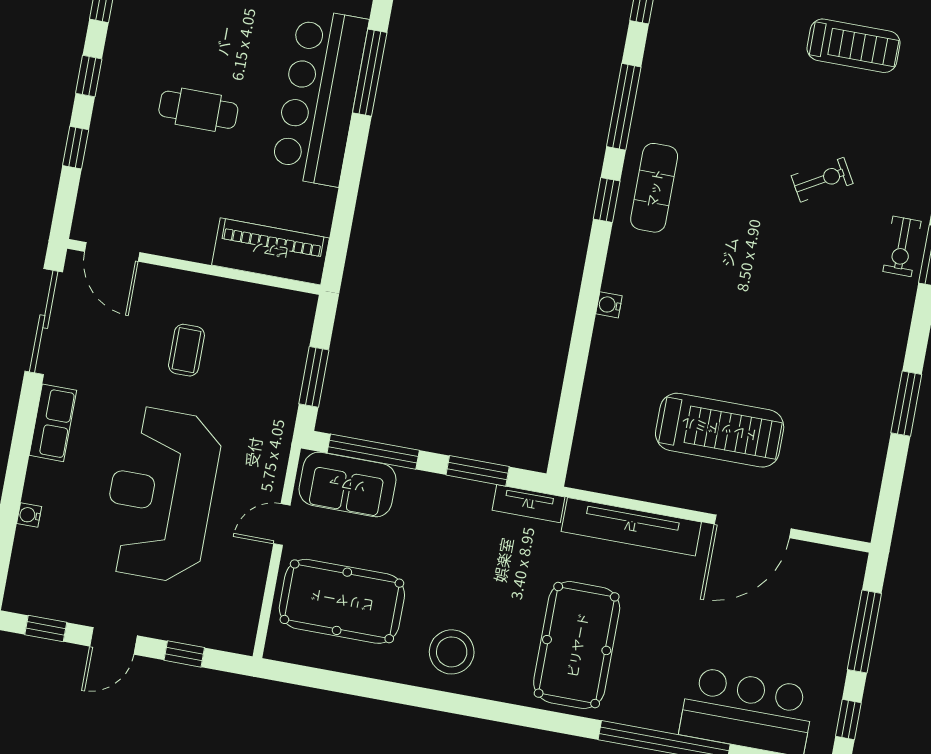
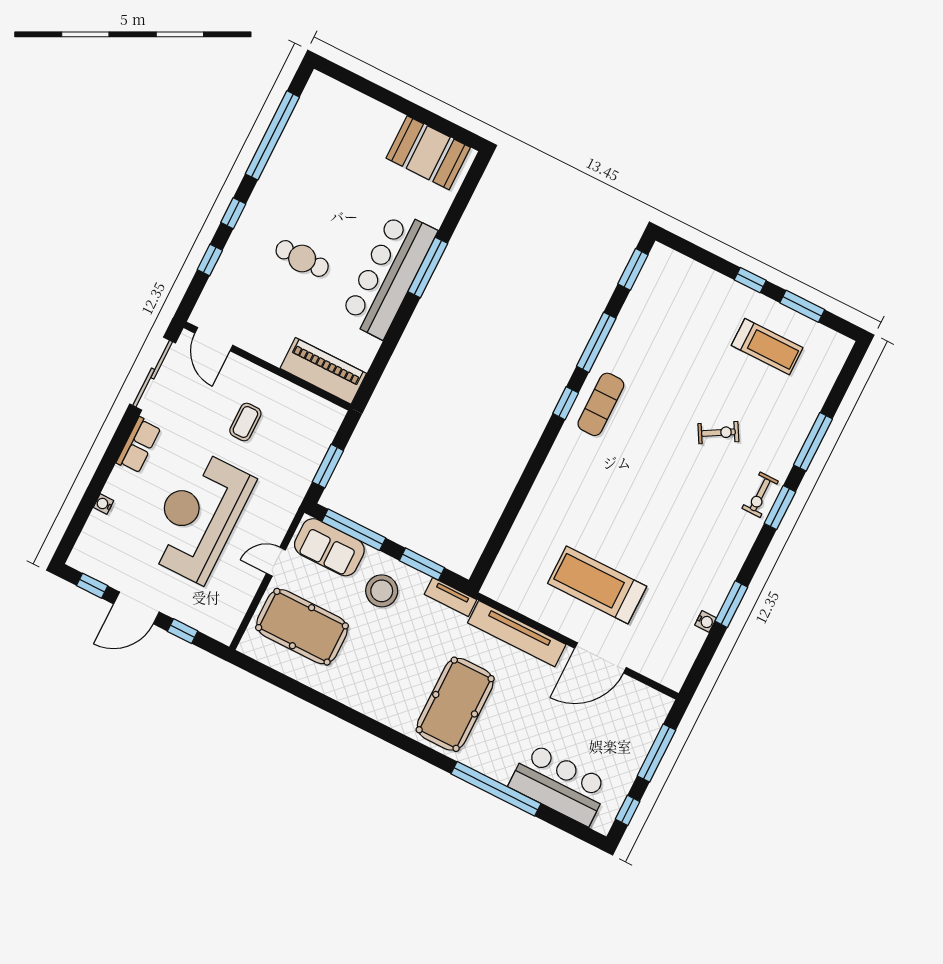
water cooler: (609, 305) -> (706, 621), moved, turned 180
treadmill: (720, 430) -> (597, 585), turned 180
door: (114, 641) -> (136, 608), width x1.38
stool: (452, 652) -> (382, 591), moved

